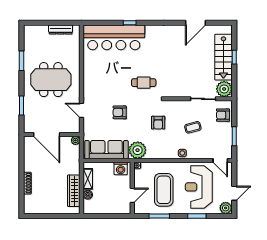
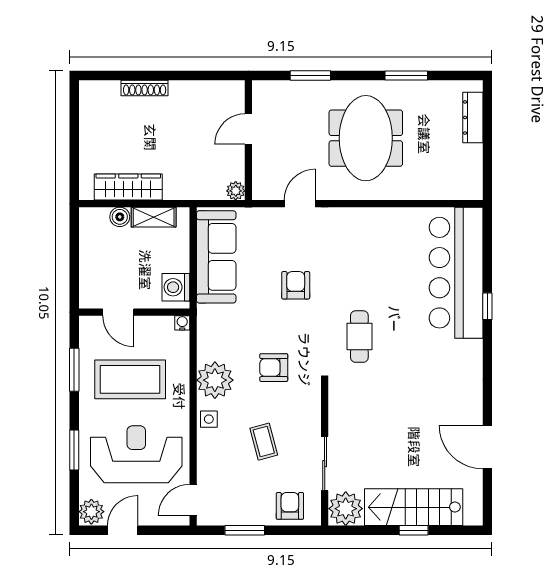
dresser: (61, 30) -> (473, 117), moved
door: (47, 134) -> (248, 129), width x0.53
plant: (138, 150) -> (215, 380), moved
door: (234, 193) -> (123, 530), swing flipped

